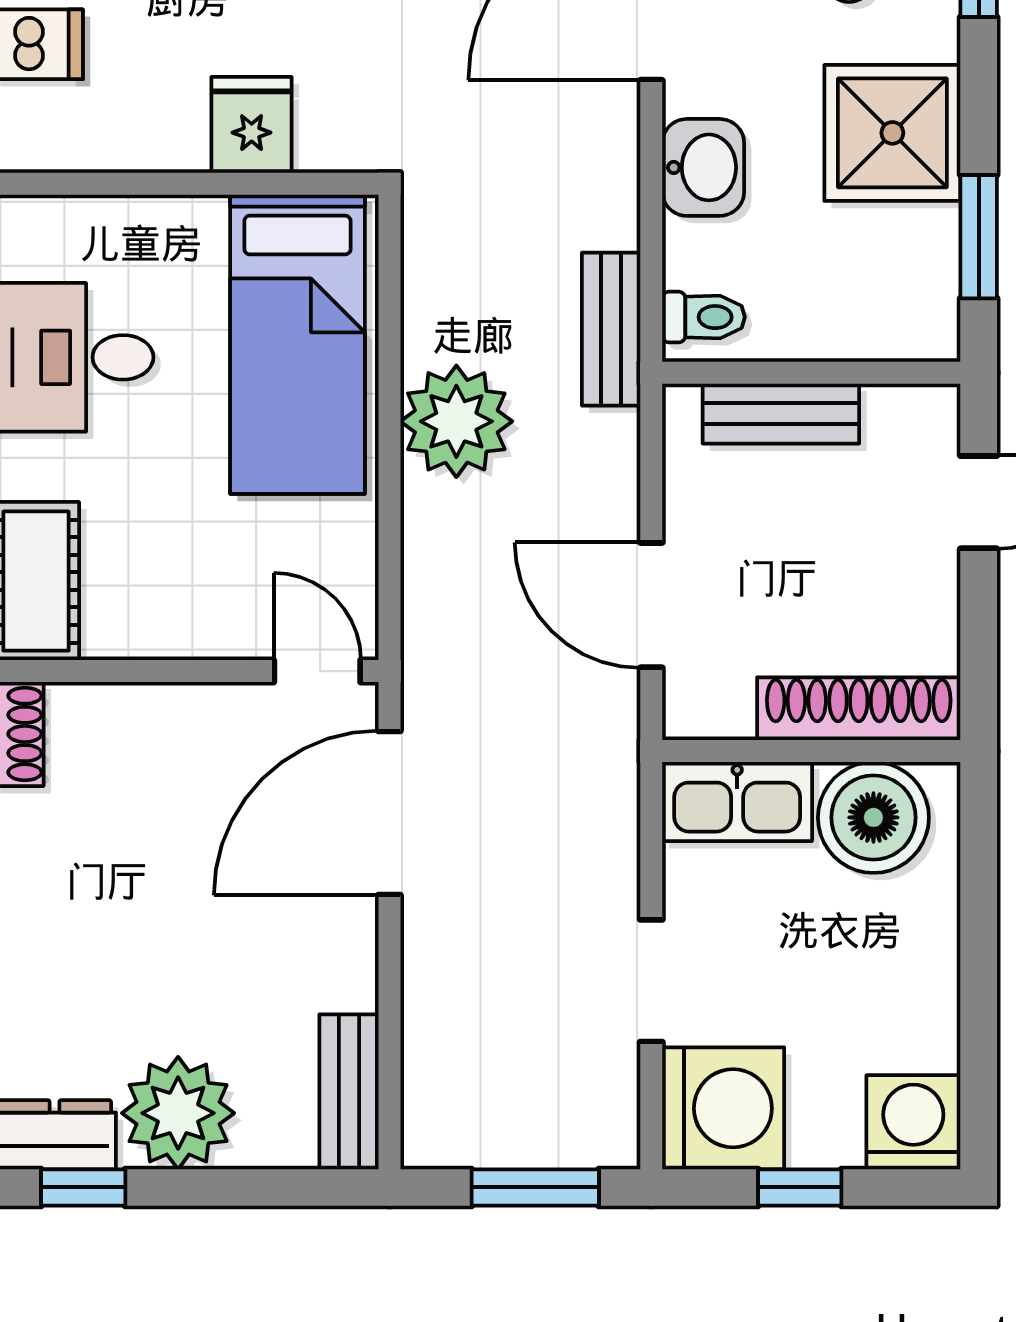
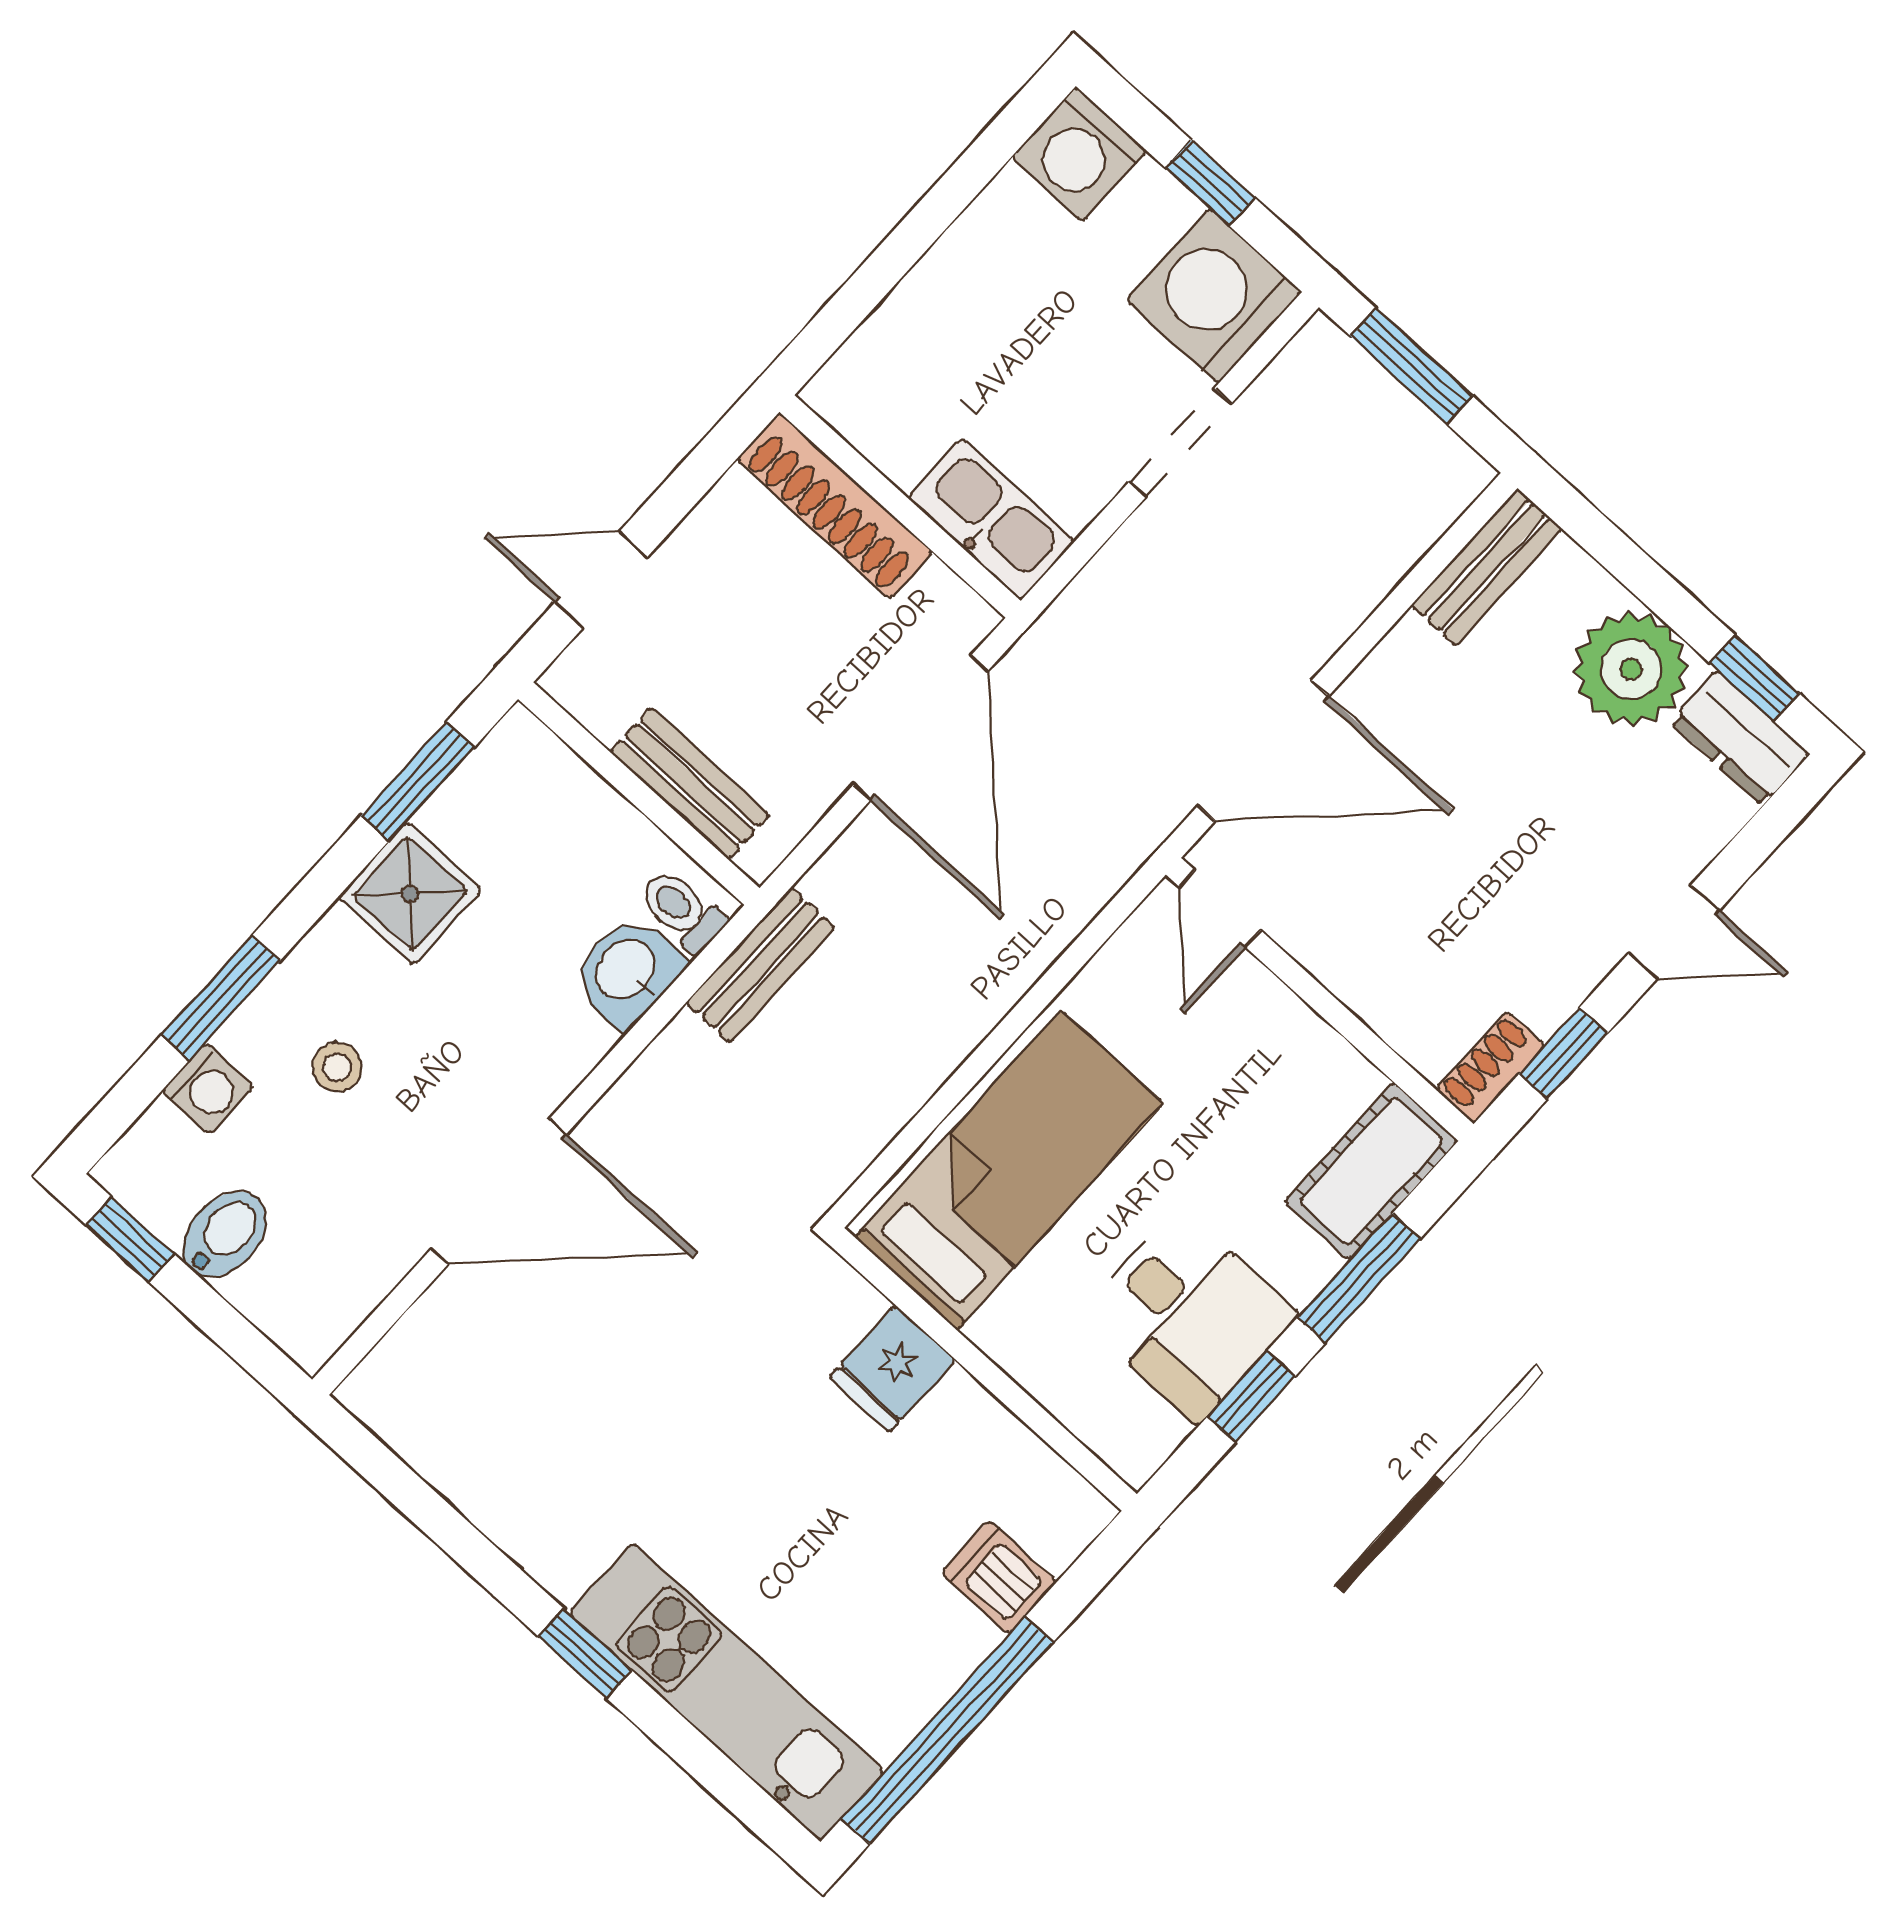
shower: (892, 133) -> (410, 893), width x0.73, depth x0.73
washbasin: (703, 167) -> (627, 971), moved
plant: (456, 421) -> (942, 1002), removed
door: (651, 605) -> (921, 728), width x1.36
boiler: (873, 817) -> (899, 413), removed

